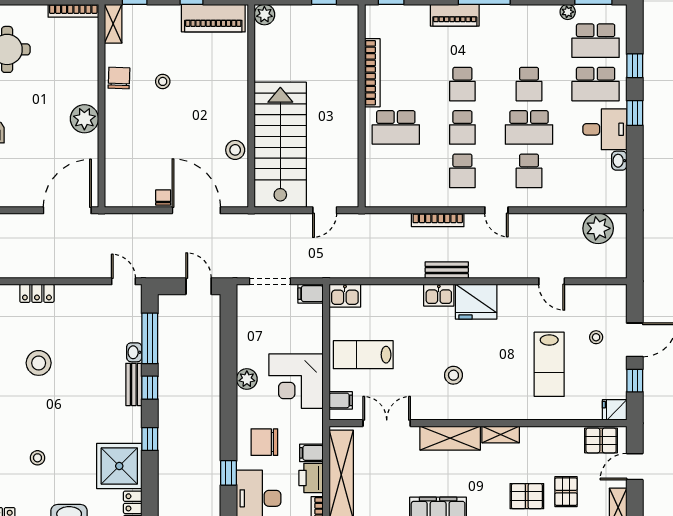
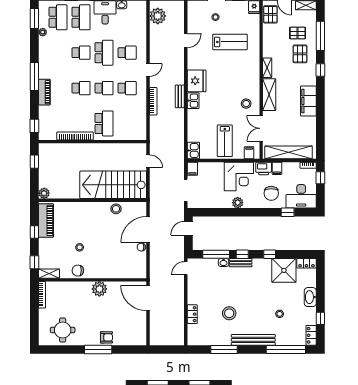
stool: (453, 375) -> (246, 104), moved
printer: (311, 478) -> (264, 168), moved

